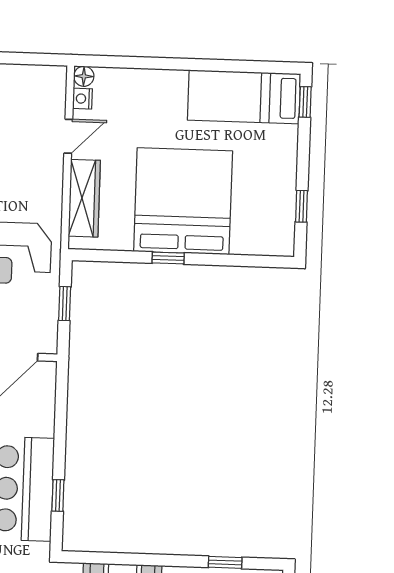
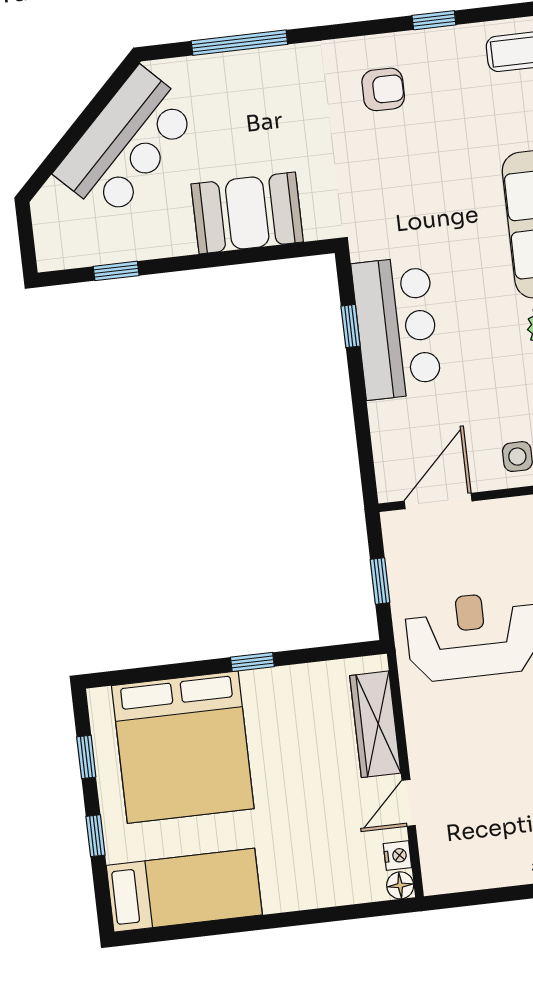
window: (305, 102) -> (95, 836), moved
bed: (183, 201) -> (183, 747), moved

